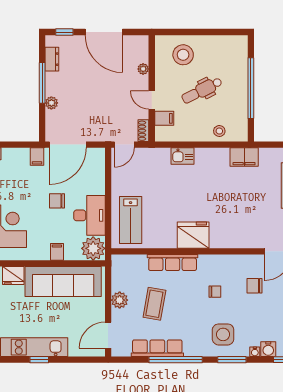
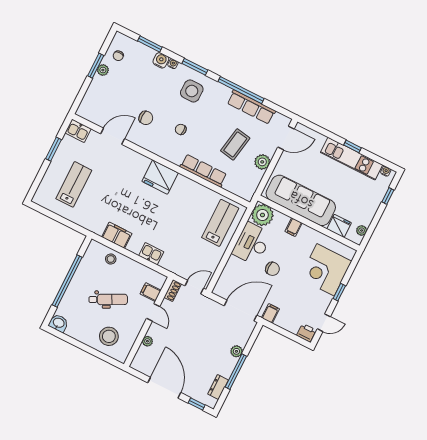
washbasin: (239, 43) -> (59, 323), added
filing cabinet: (244, 157) -> (117, 235), moved
fridge: (193, 235) -> (160, 177), moved

